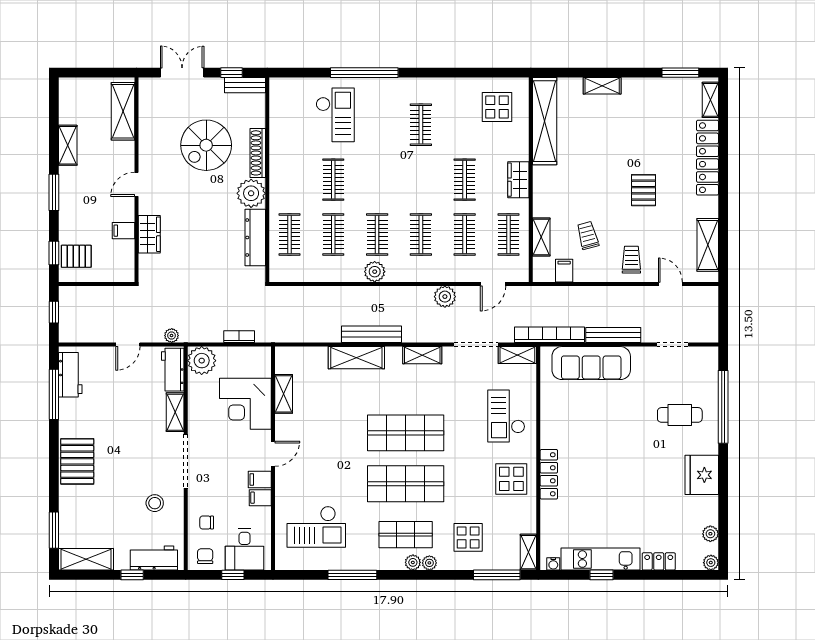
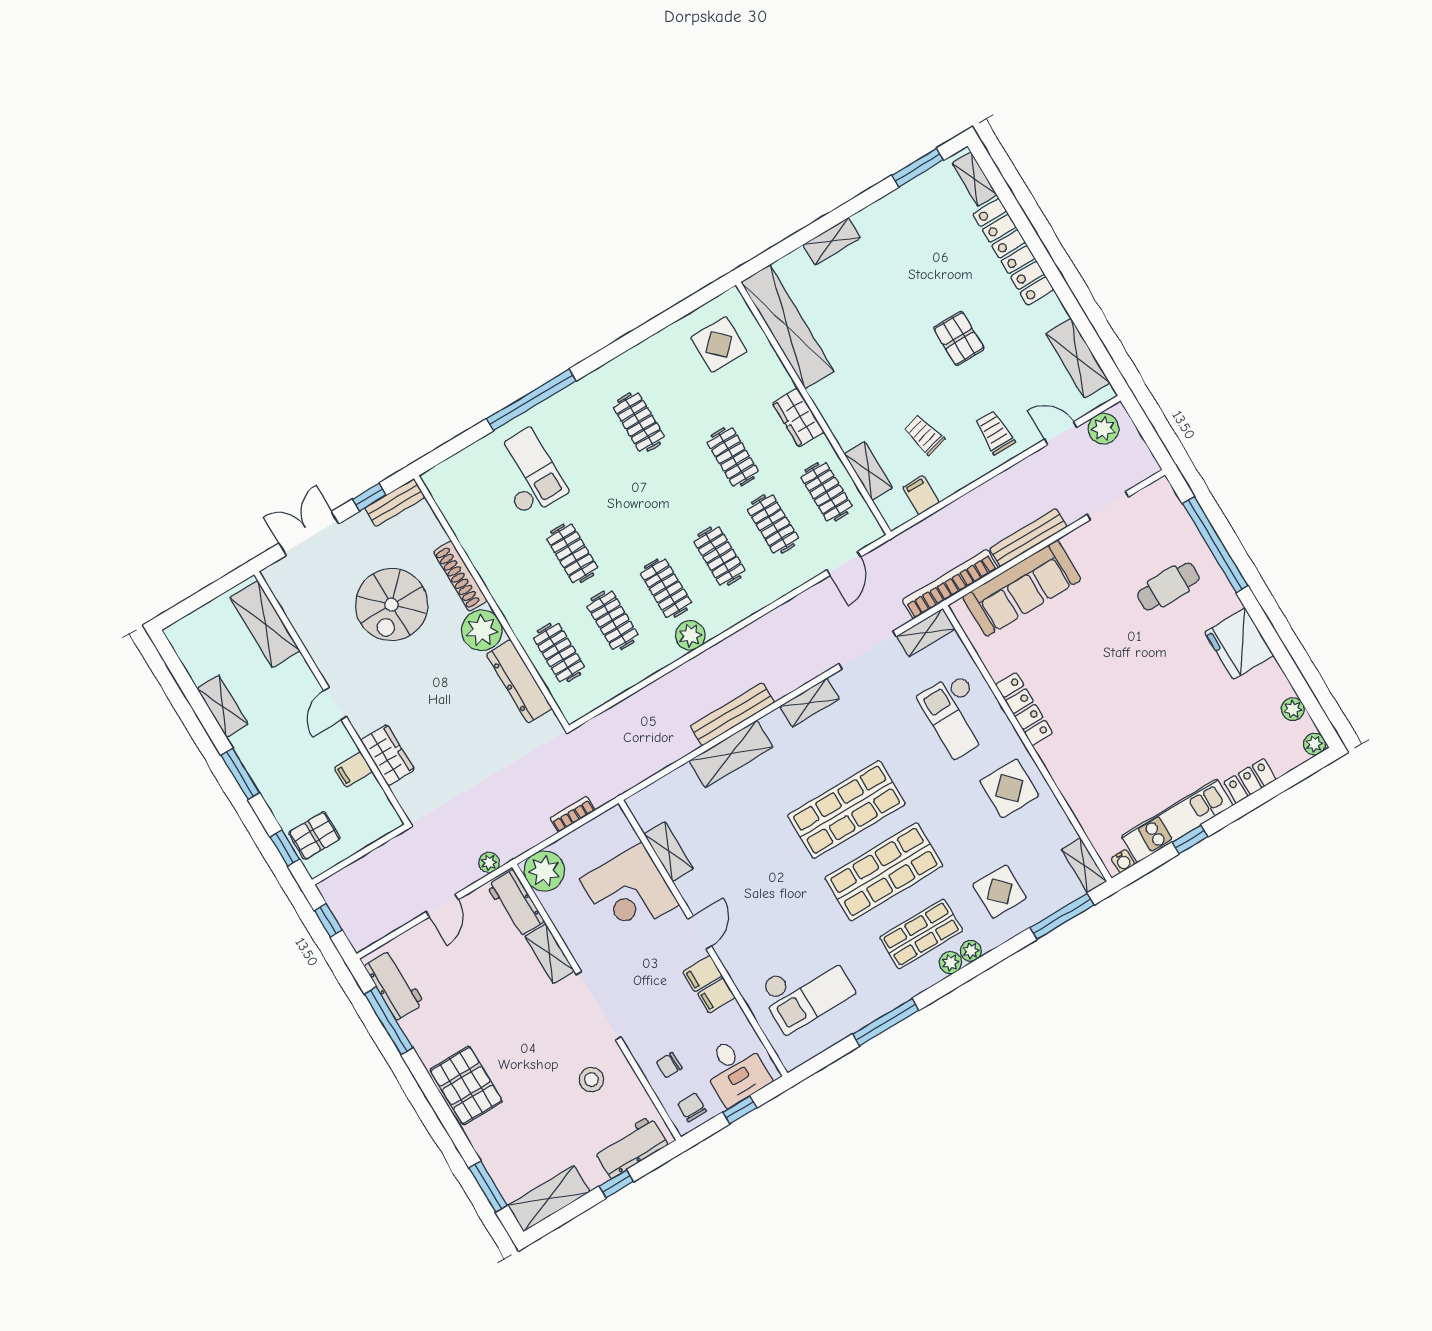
plant: (445, 297) -> (1103, 429), moved
locker: (549, 474) -> (1024, 709), moved

